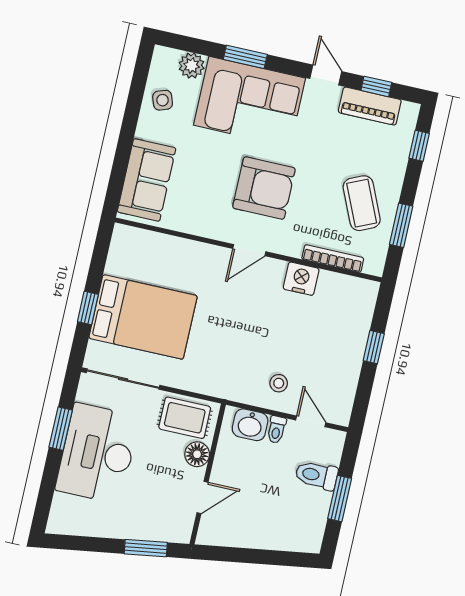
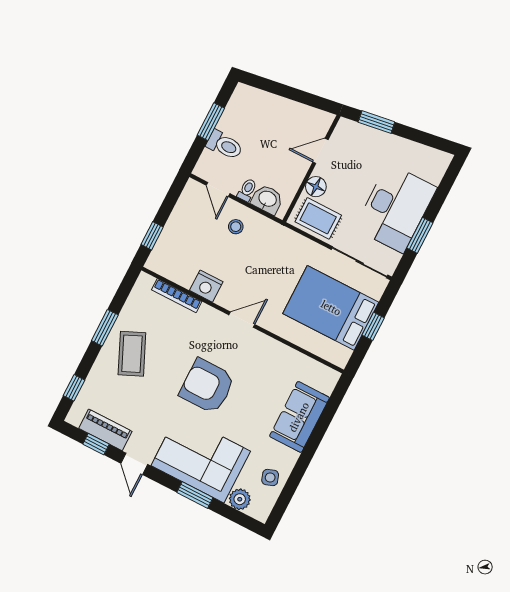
wall: (248, 250) -> (243, 320), moved
door: (249, 250) -> (242, 320), moved
bookcase: (333, 258) -> (177, 296), moved
nightstand: (301, 279) -> (206, 286), moved

